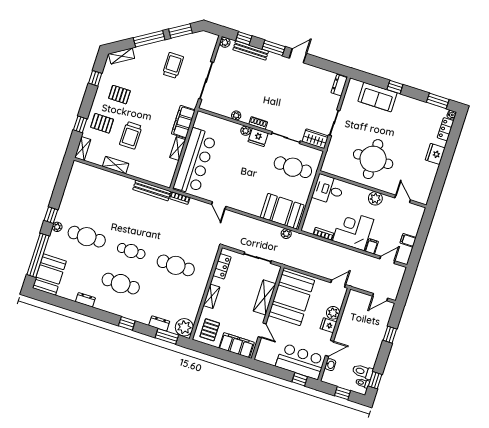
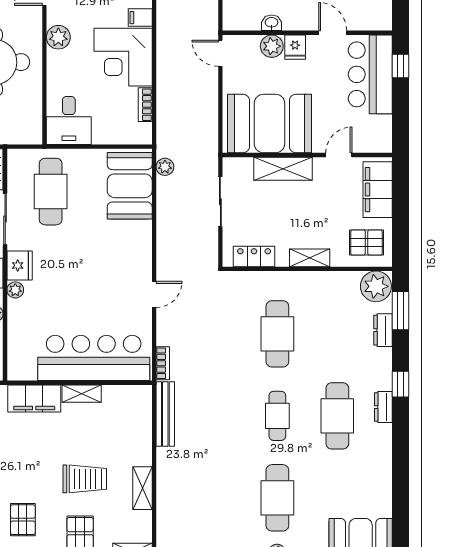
dresser: (85, 300) -> (383, 407), moved
washbasin: (330, 365) -> (272, 23), moved

